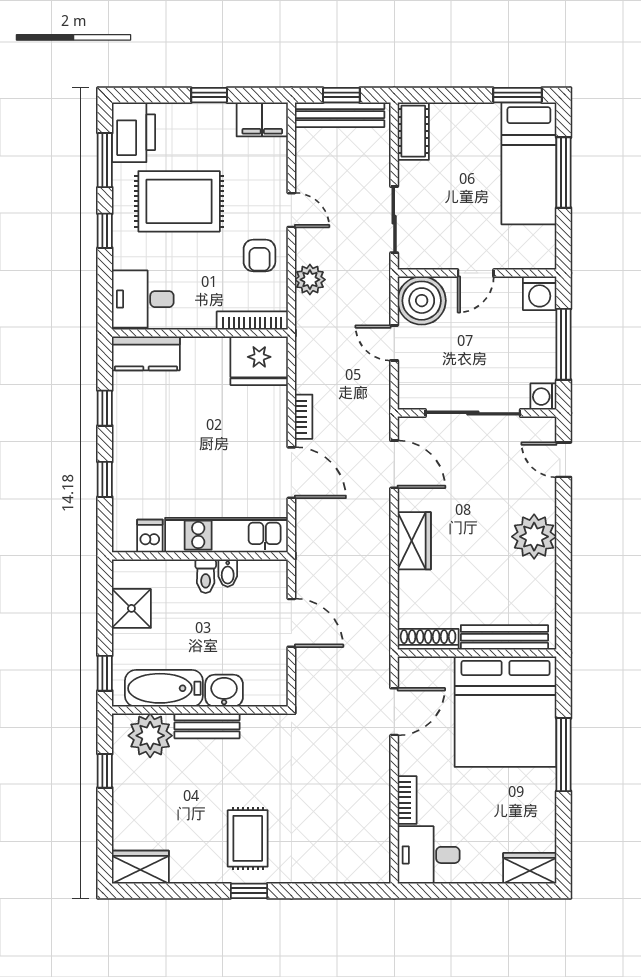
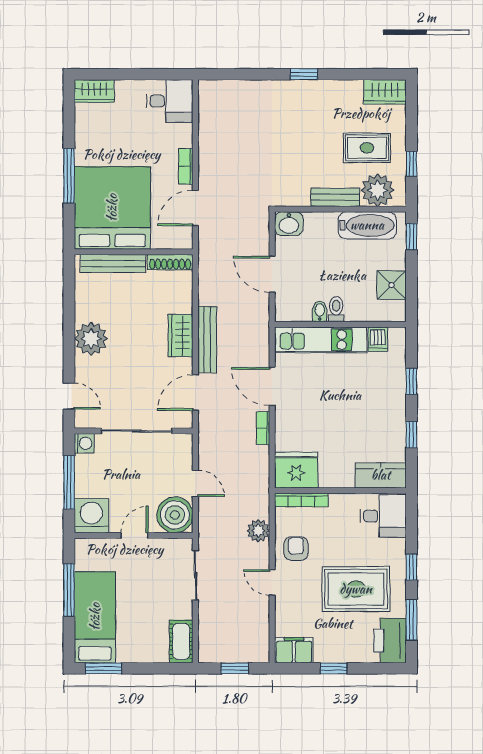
bench: (340, 115) -> (207, 340), moved, turned 90
window: (564, 173) -> (69, 590), moved
washing machine: (540, 293) -> (91, 516), width x1.37, depth x1.37
door: (394, 464) -> (195, 393), hinge flipped
washbasin: (224, 691) -> (289, 224), moved
bookcase: (407, 800) -> (186, 166), moved
rug: (248, 838) -> (367, 148), moved, turned 90

